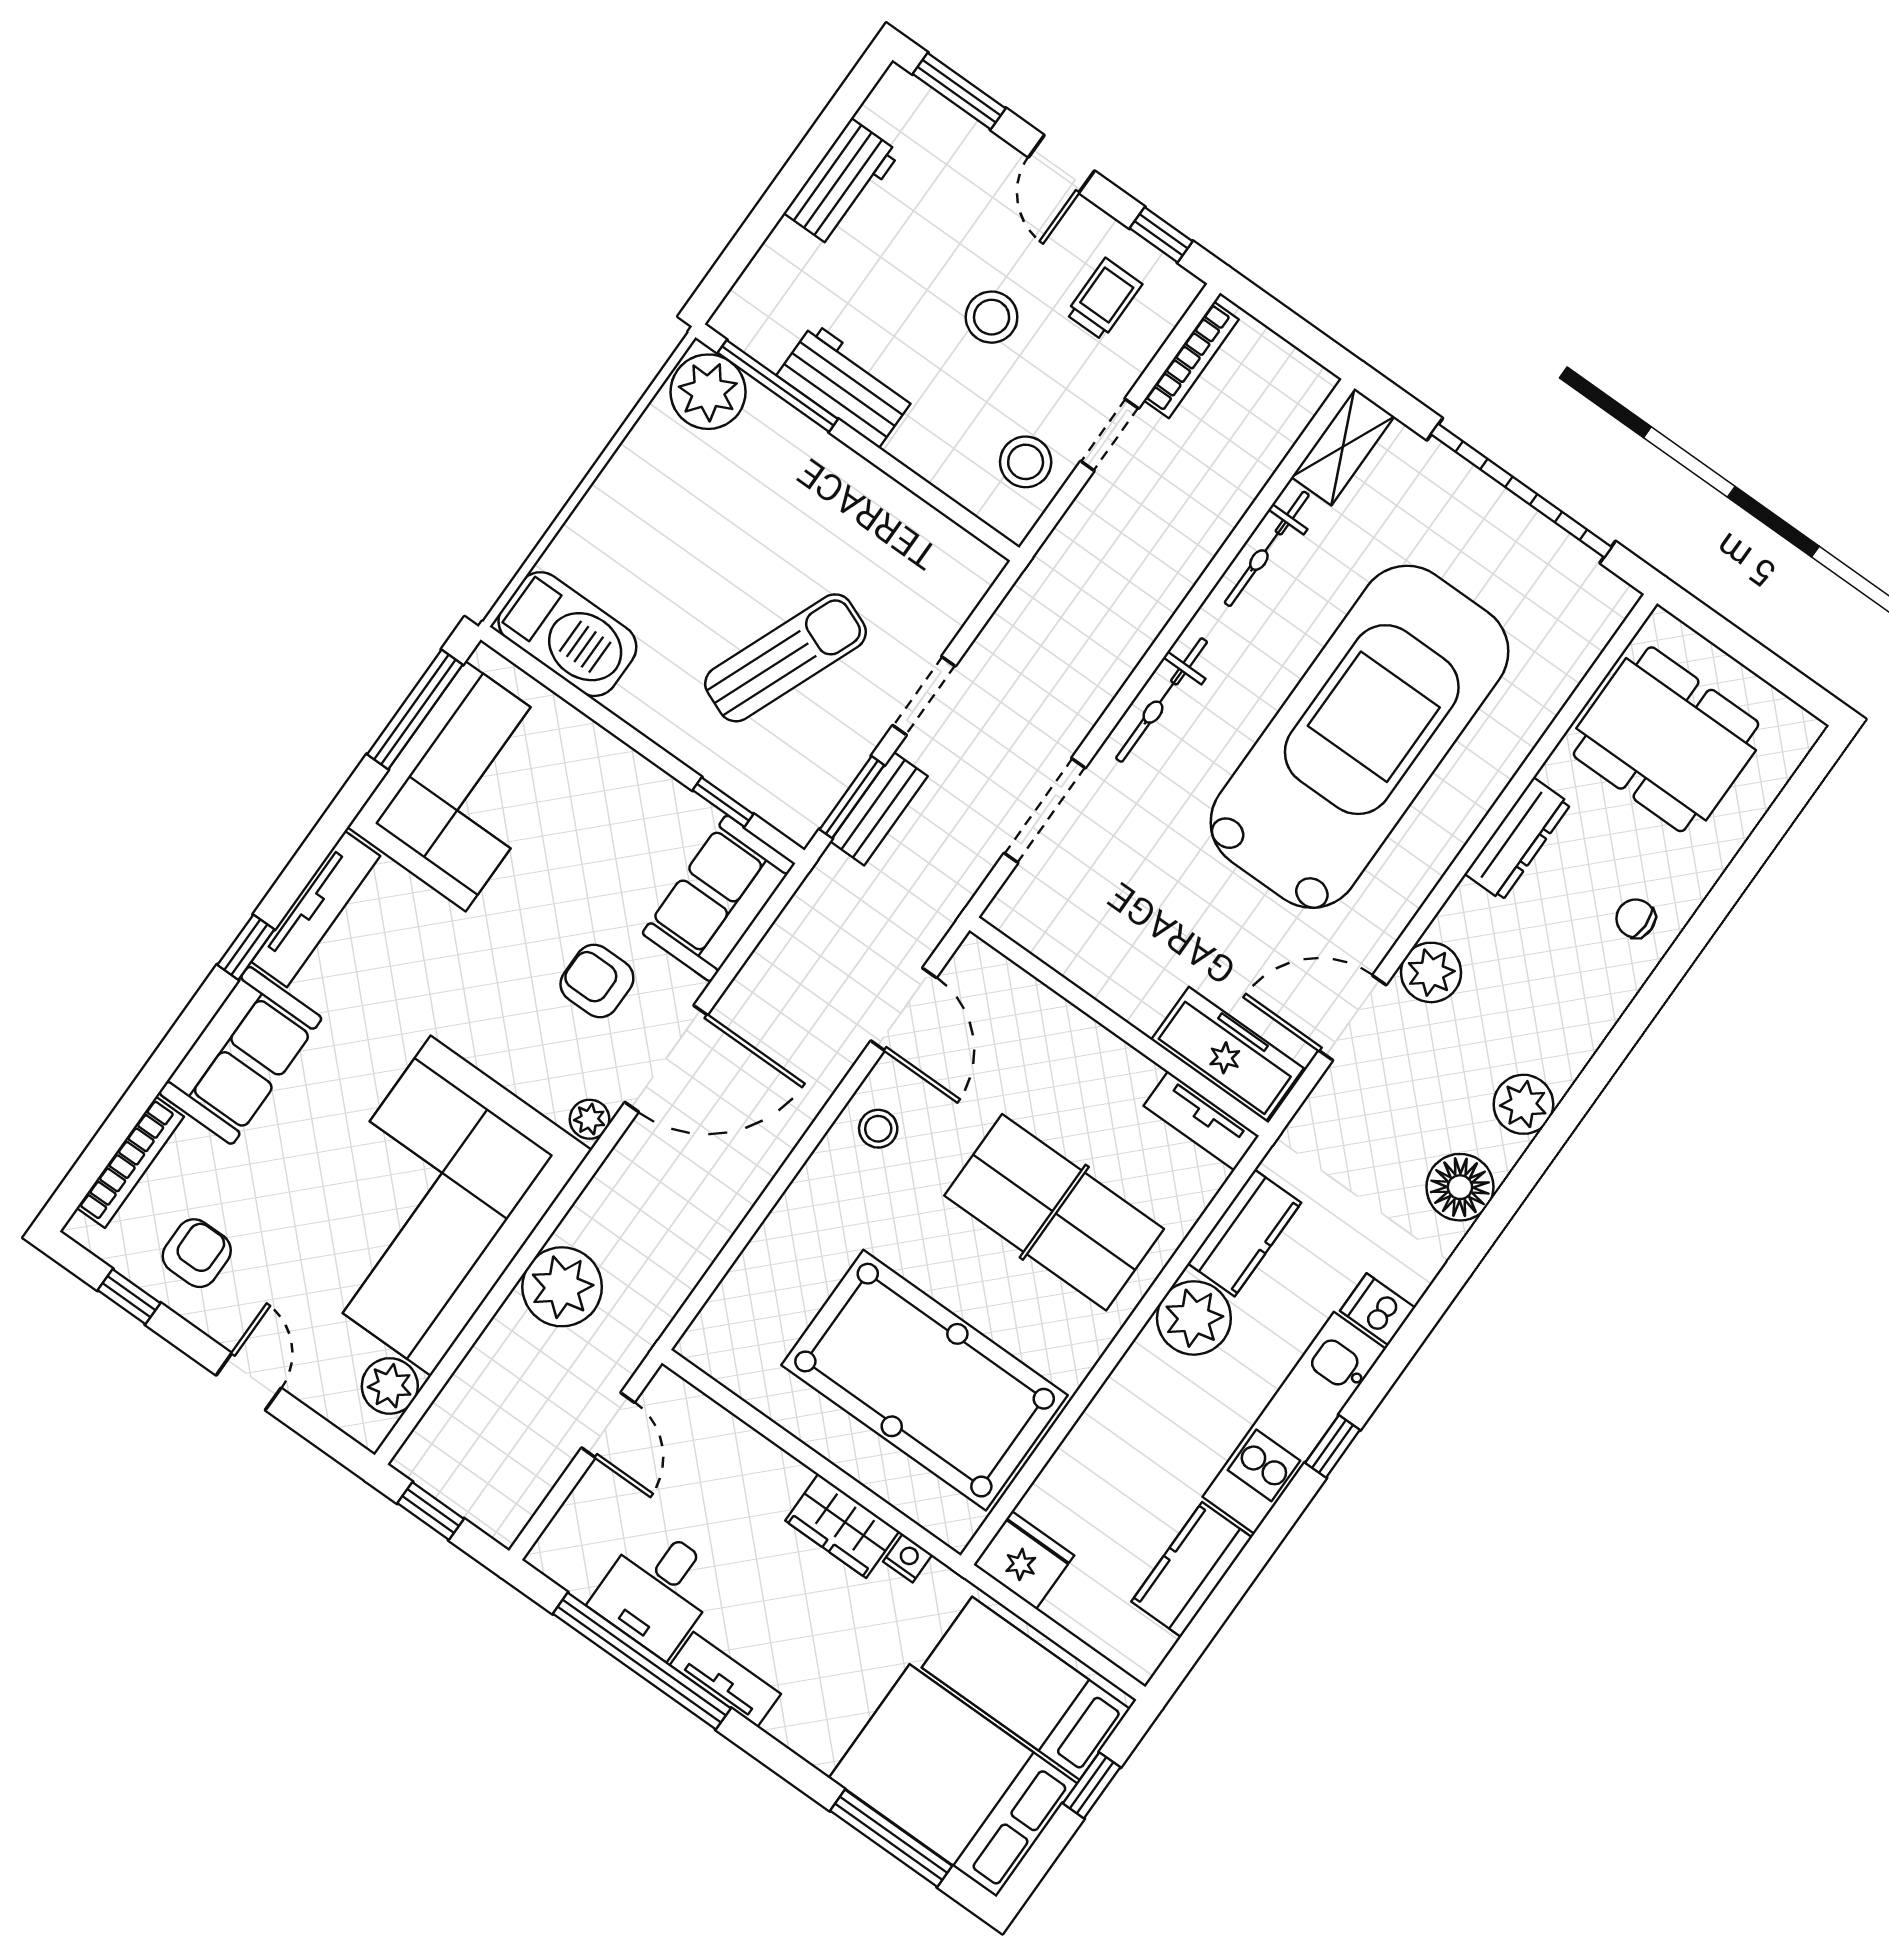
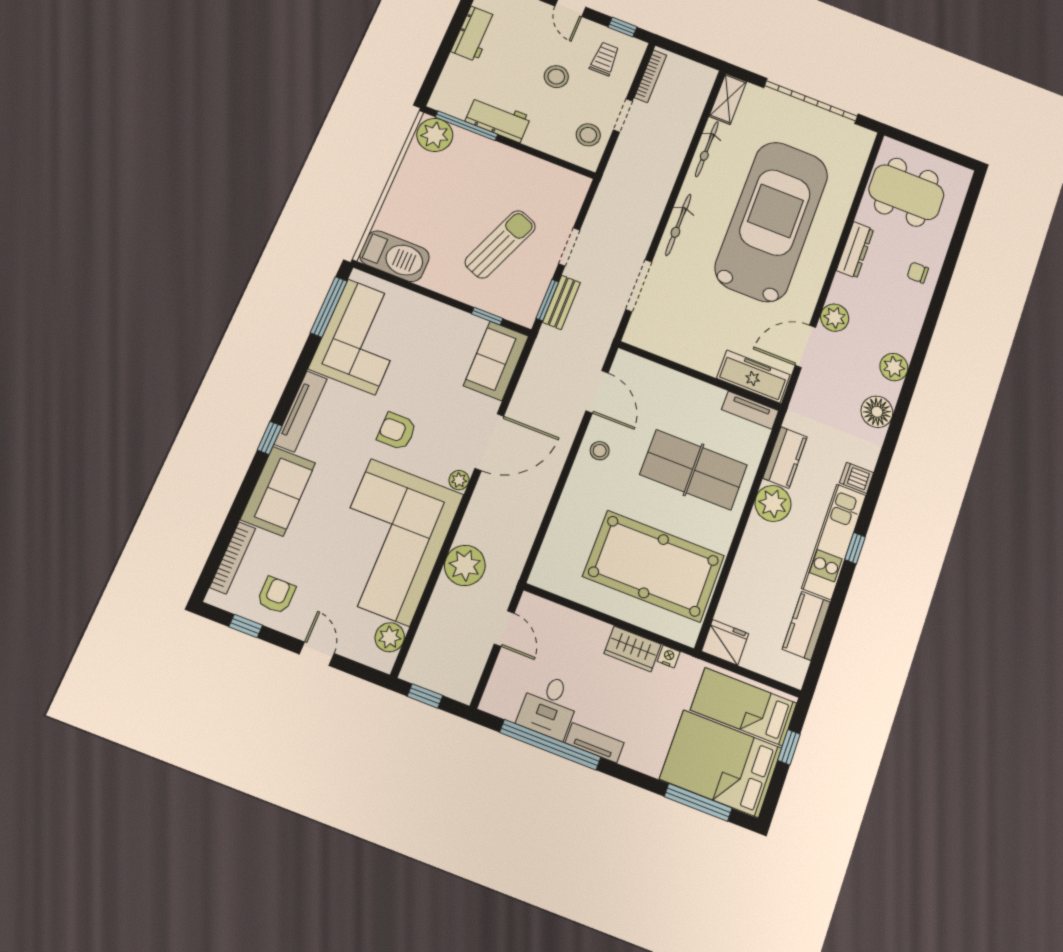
armchair: (597, 981) -> (397, 431), moved

